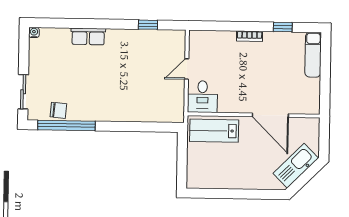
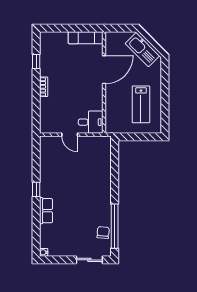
window: (148, 25) -> (36, 189), moved
exam couch: (313, 55) -> (86, 38), moved
lab bench: (214, 131) -> (141, 104), moved

